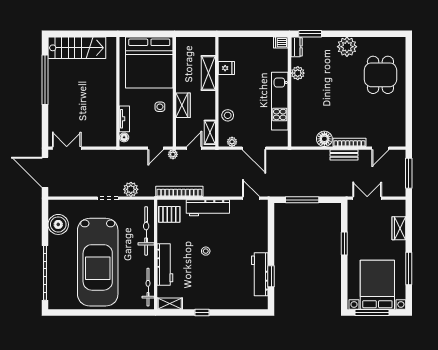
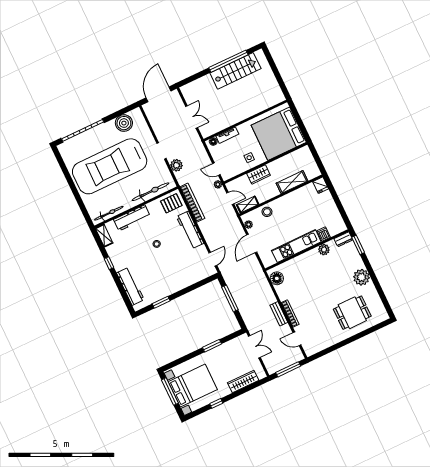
dishwasher: (281, 43) -> (324, 234), moved
stairs: (77, 48) -> (235, 71), moved, turned -90
fridge: (226, 68) -> (321, 185), moved
floor lamp: (324, 139) -> (277, 278), moved
double door: (67, 148) -> (192, 117), moved
pallet: (169, 214) -> (171, 203), turned 90
wardrobe: (399, 228) -> (243, 382), width x1.50
window: (409, 269) -> (216, 403), width x0.46
workbench: (260, 274) -> (130, 286), moved, turned 90

